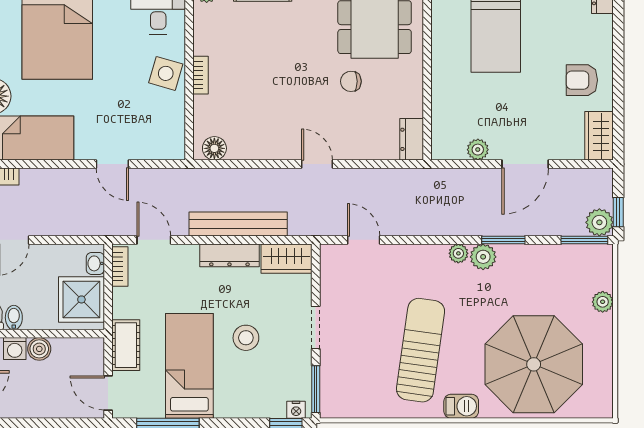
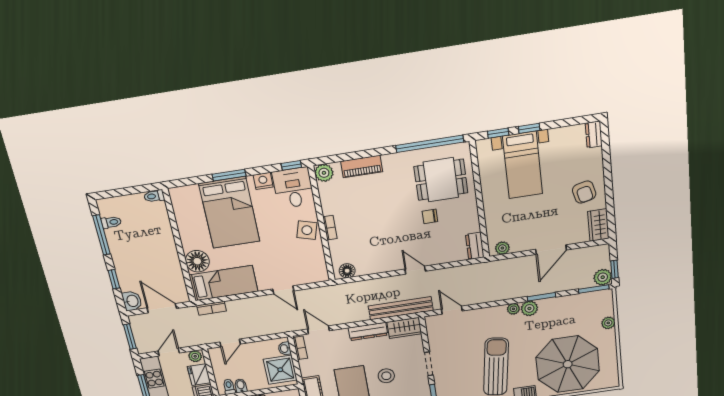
armchair: (582, 80) -> (584, 192), turned -104
plant: (478, 150) -> (502, 248), moved
bench: (238, 224) -> (401, 308), moved

